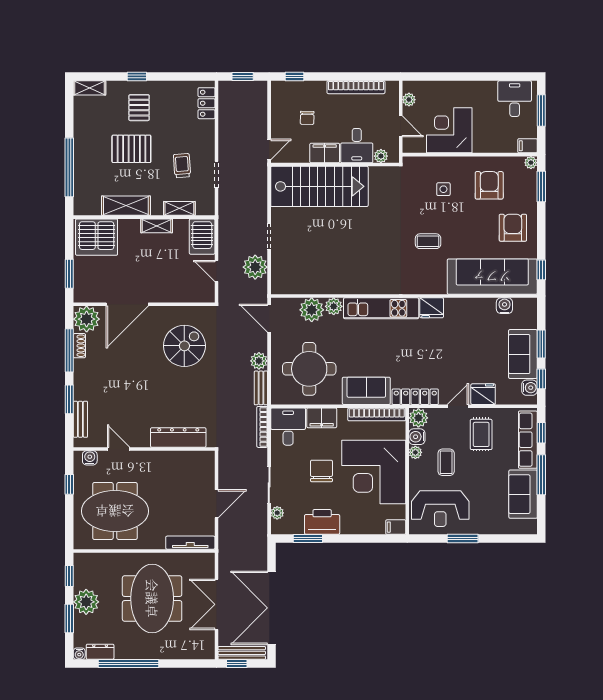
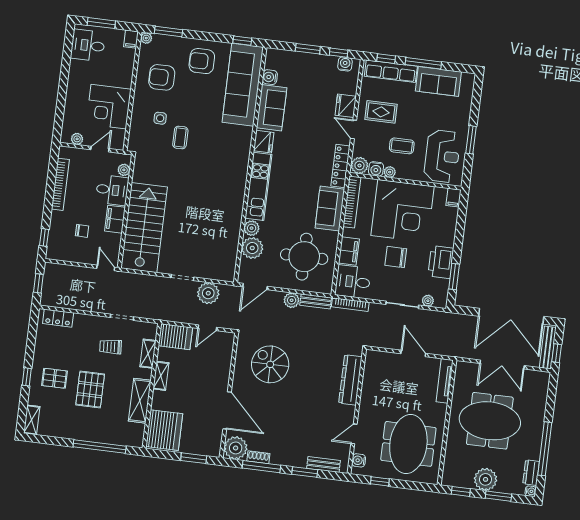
coffee table: (428, 241) -> (180, 138), moved
sofa: (523, 354) -> (272, 108), moved, turned -90

